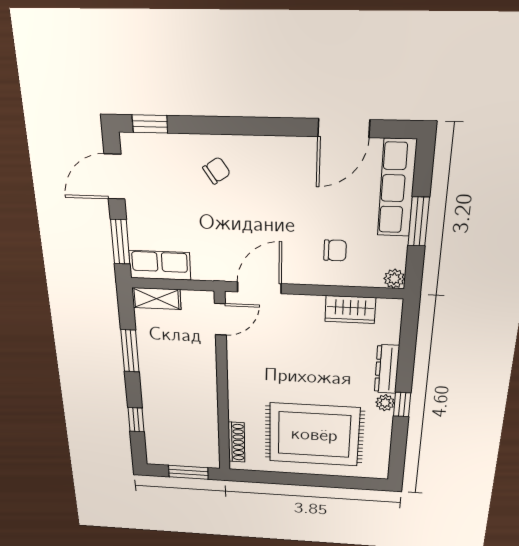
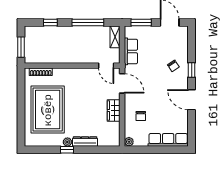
window: (150, 124) -> (192, 70), moved
door: (344, 128) -> (192, 100), moved
window: (419, 222) -> (154, 150), removed
row of seats: (160, 265) -> (131, 51), moved
wardrobe: (350, 310) -> (114, 110), moved
window: (130, 351) -> (88, 22), width x1.44

